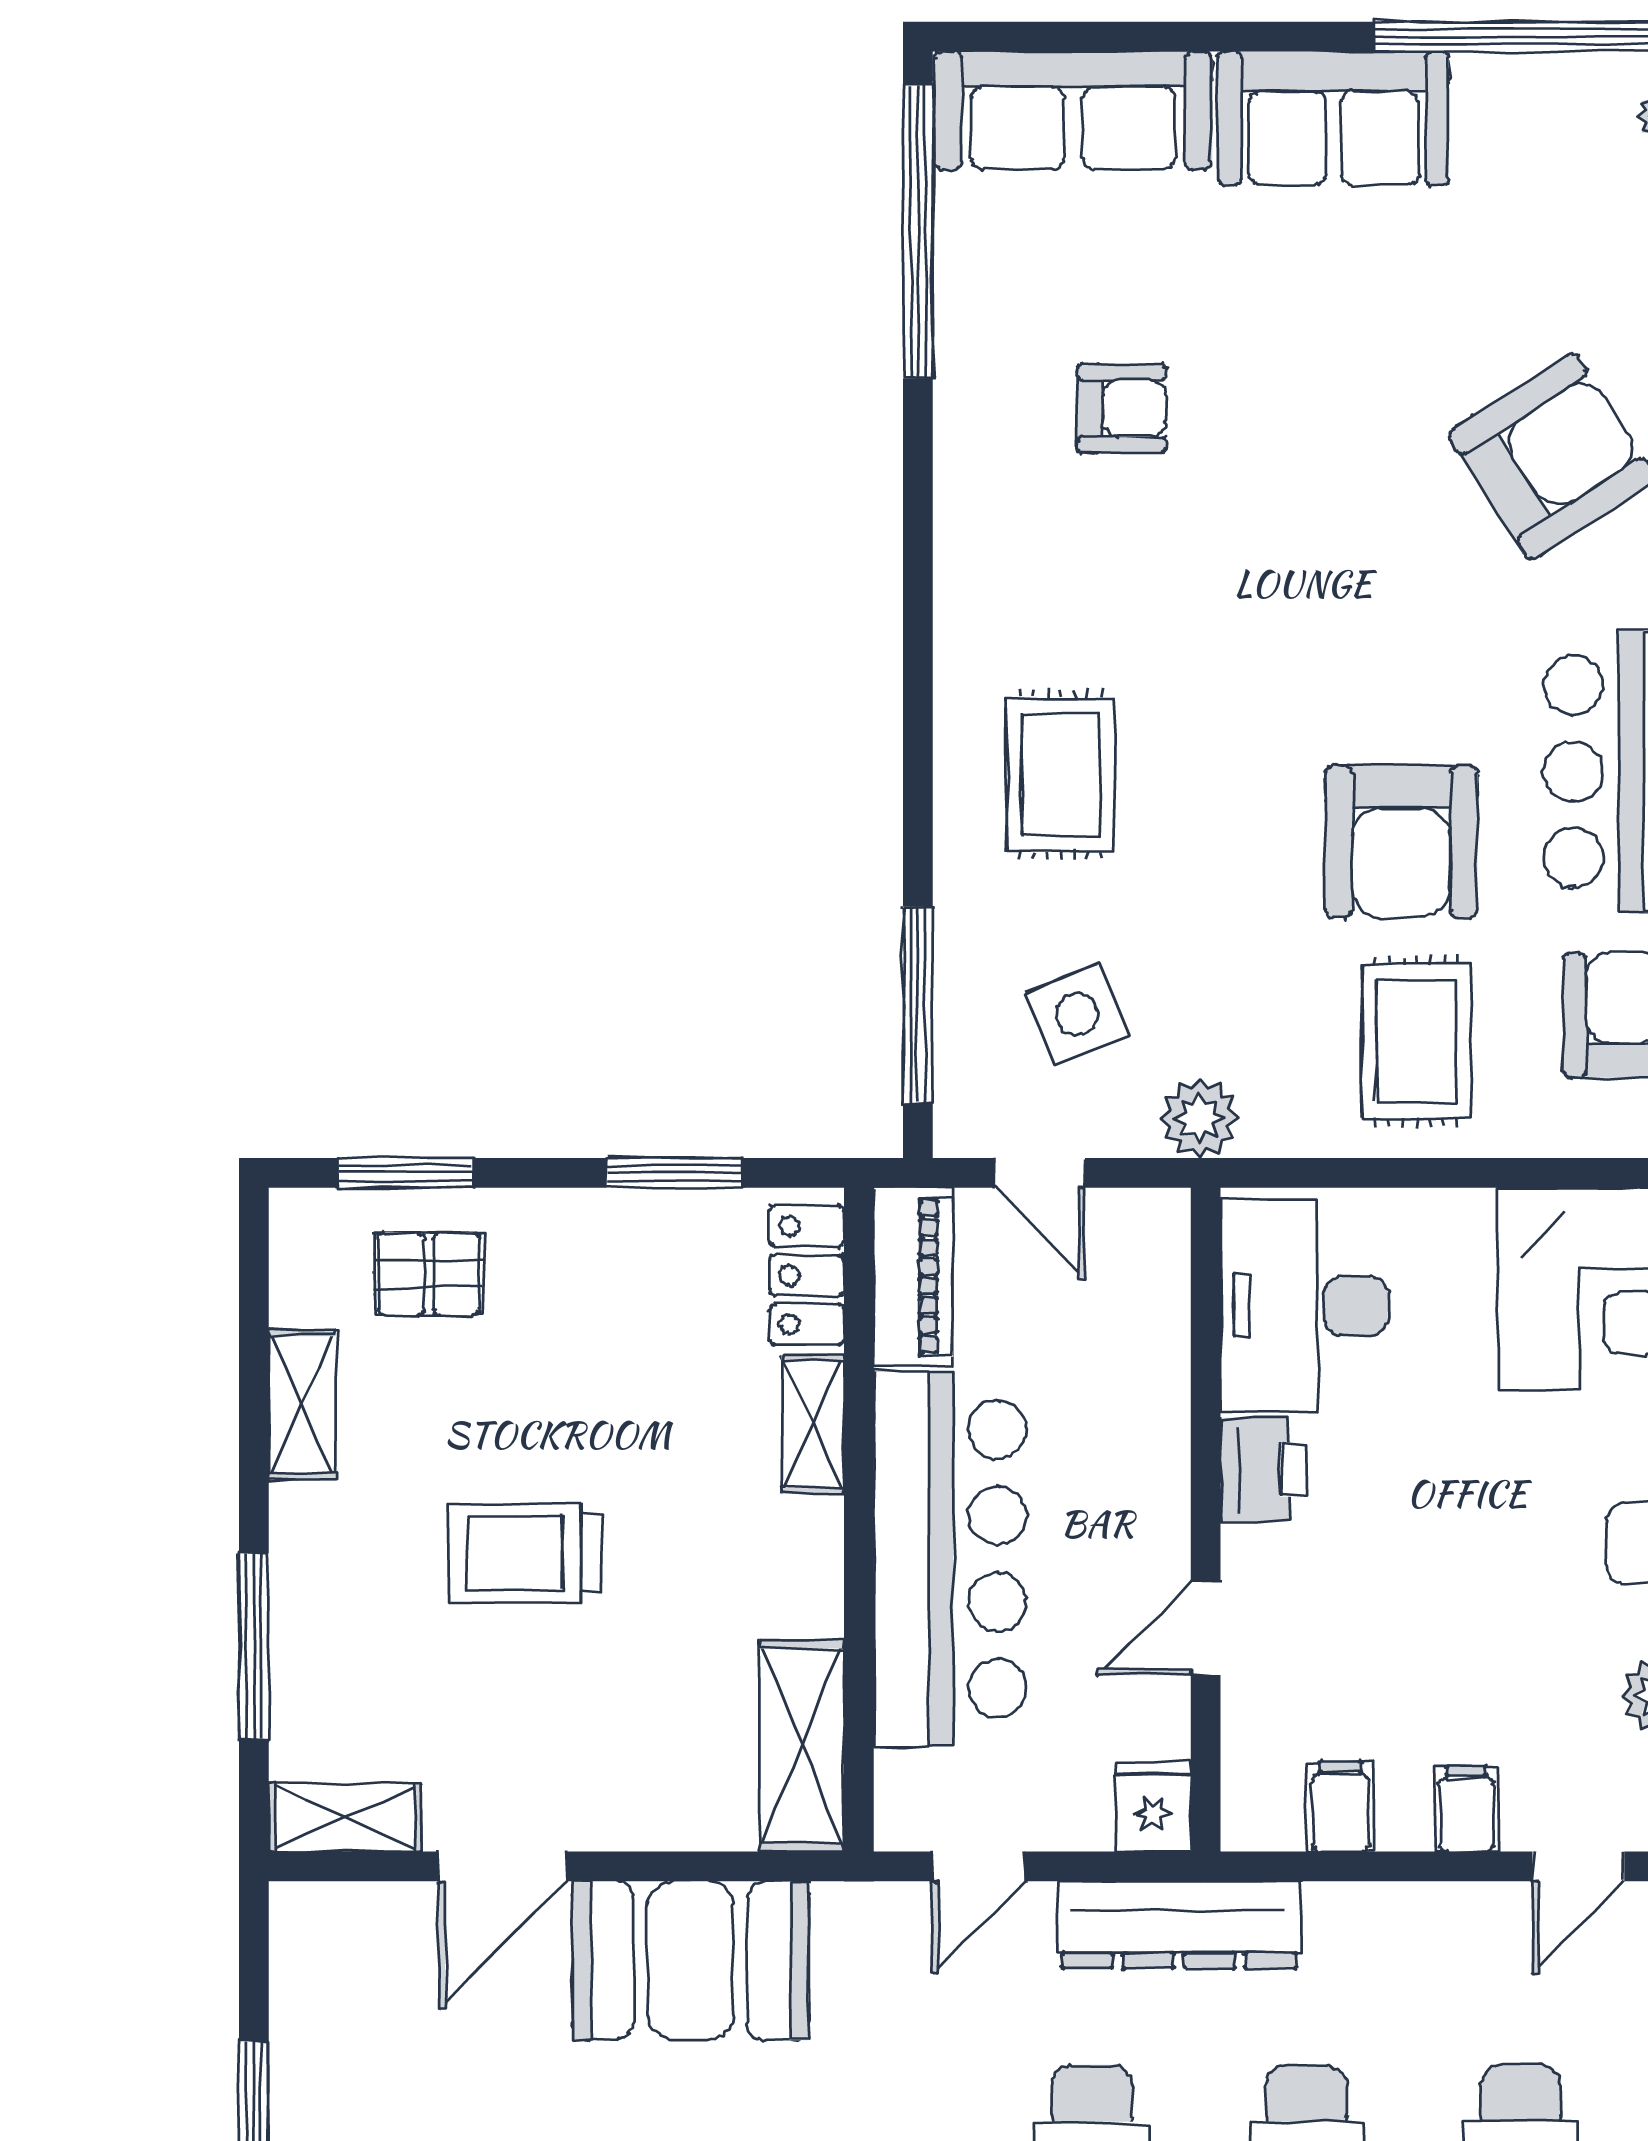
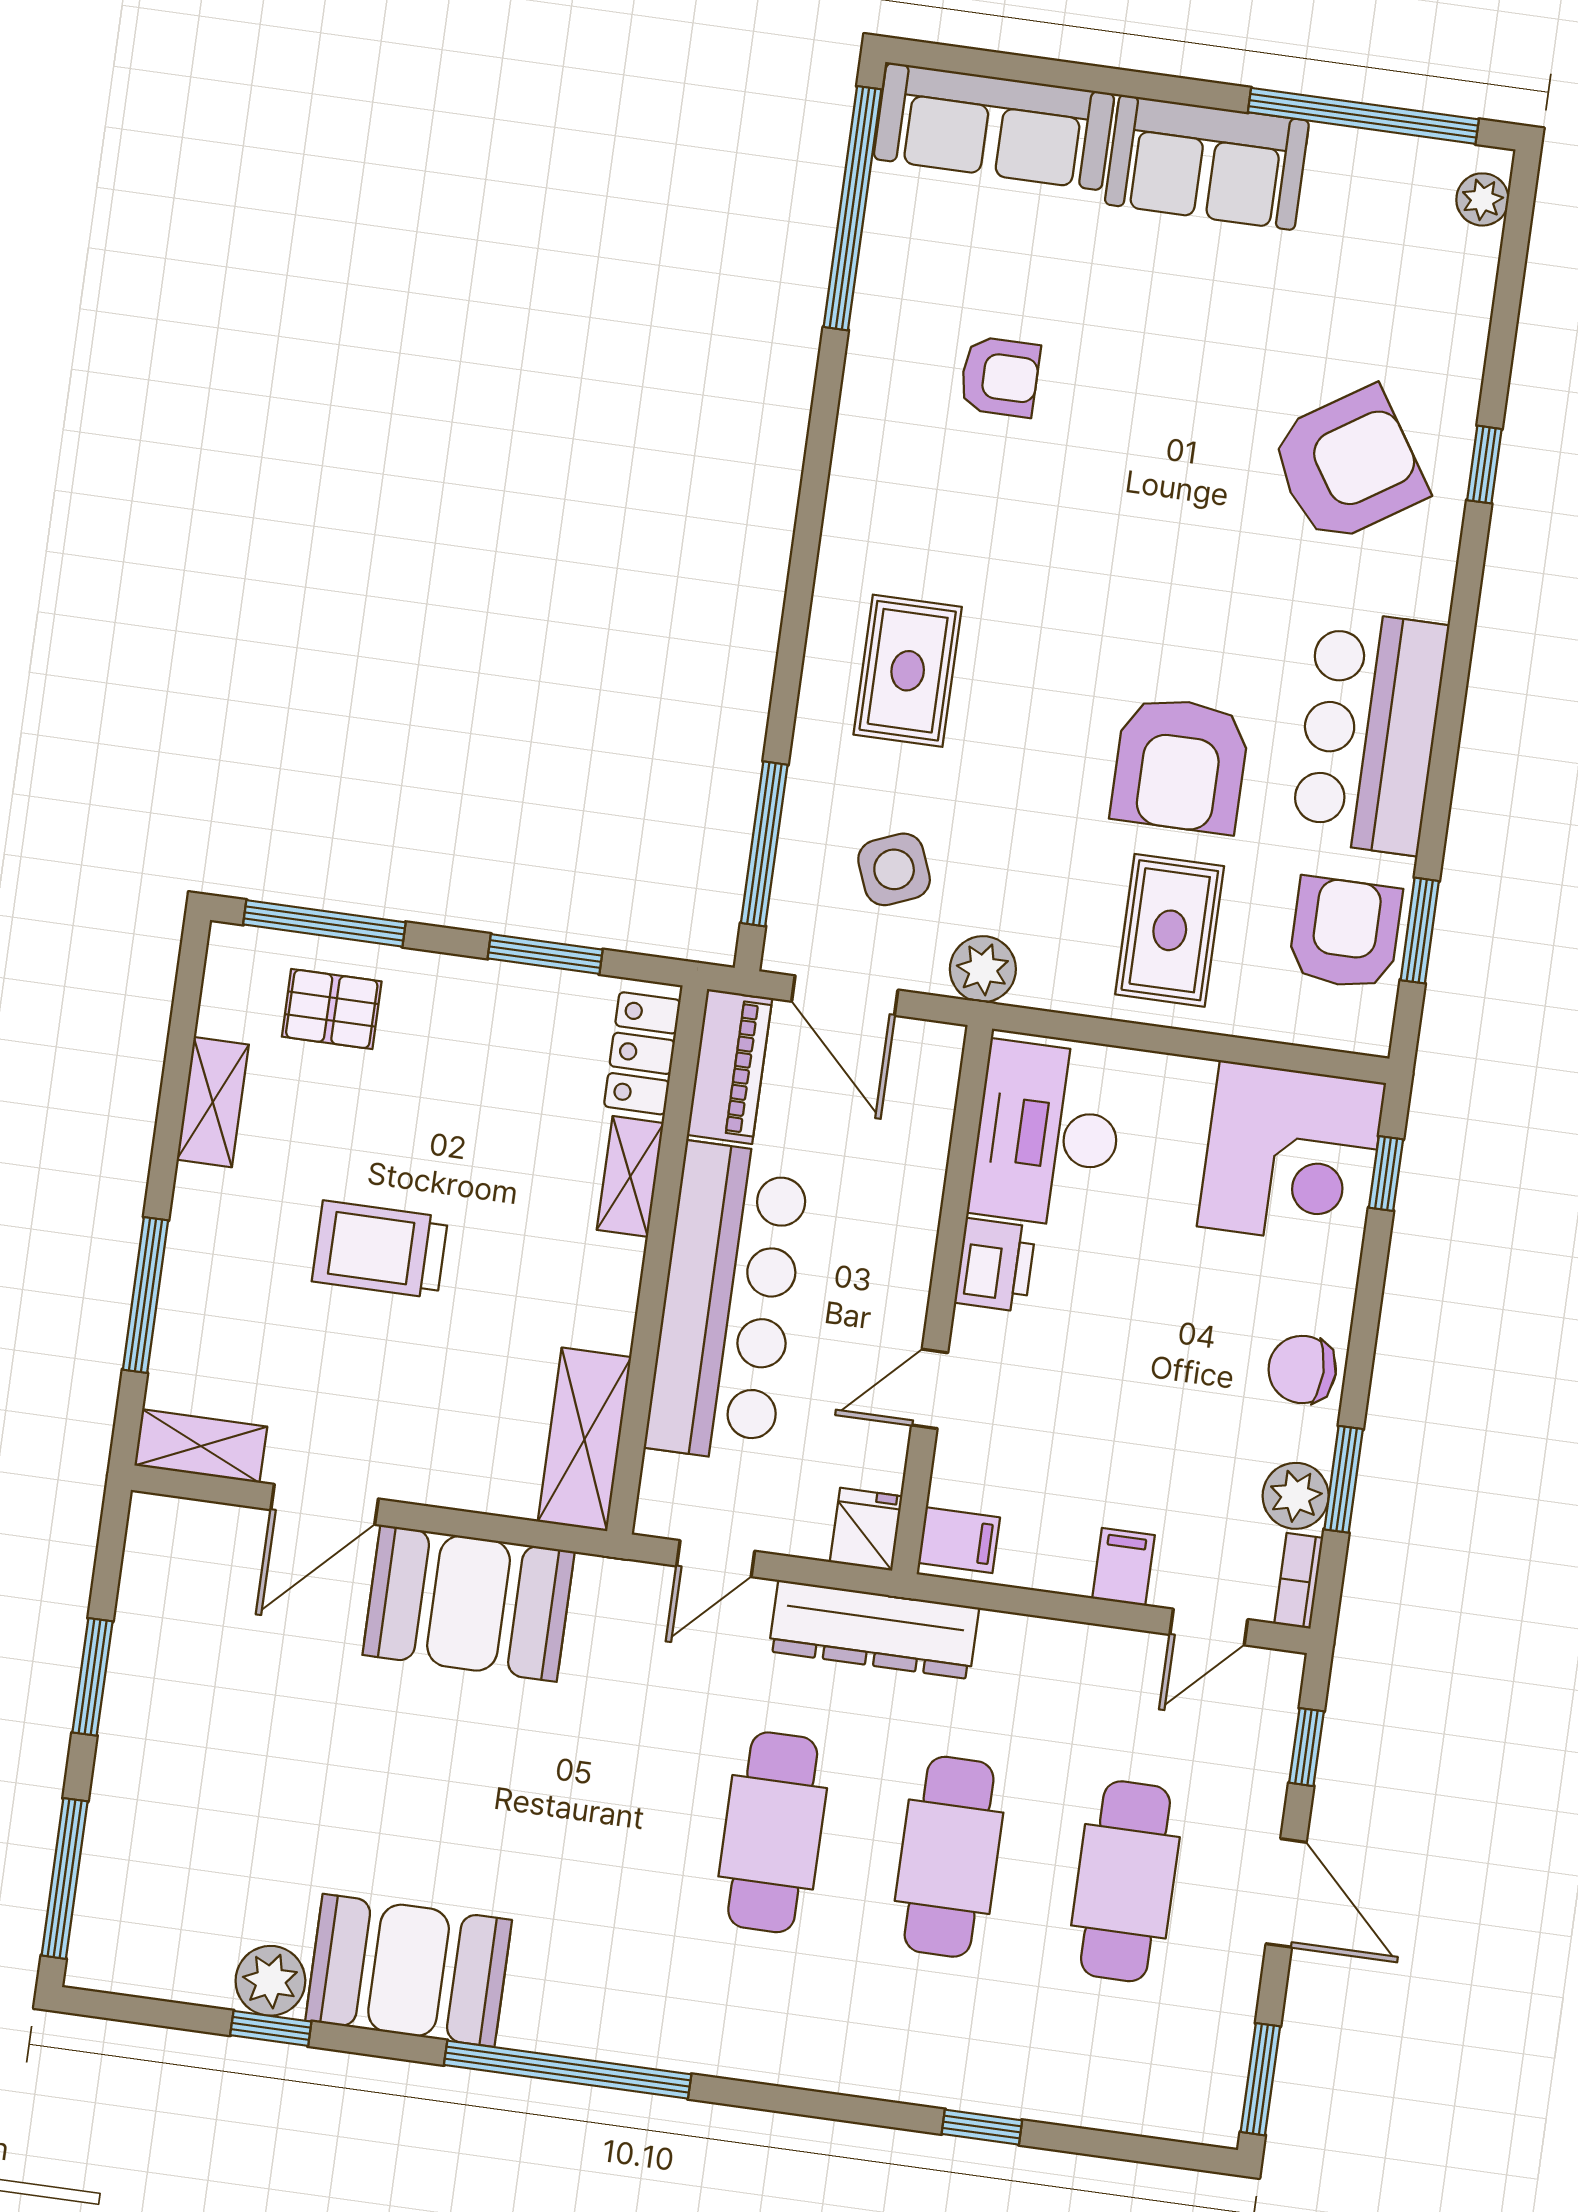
window: (406, 1173) -> (324, 923), width x1.44
door: (1039, 1173) -> (845, 996), width x1.38
filing cabinet: (1340, 1806) -> (959, 1540), moved, turned 90

